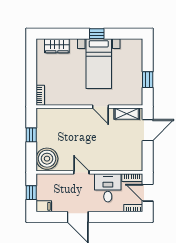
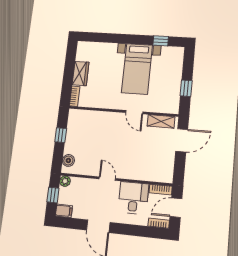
window: (97, 34) -> (161, 41), moved
wardrobe: (57, 46) -> (81, 74), moved, turned -90
boiler: (47, 159) -> (68, 160), width x0.54, depth x0.54
plant: (41, 179) -> (65, 181), added
door: (148, 193) -> (176, 208), hinge flipped

